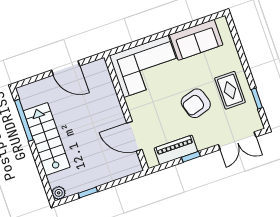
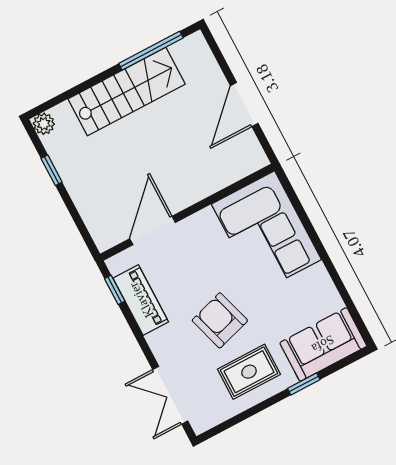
sofa: (196, 40) -> (323, 344), moved, turned 90
window: (257, 99) -> (304, 384), moved
window: (191, 157) -> (115, 290), moved

